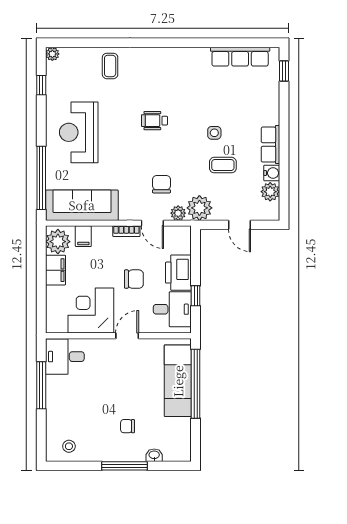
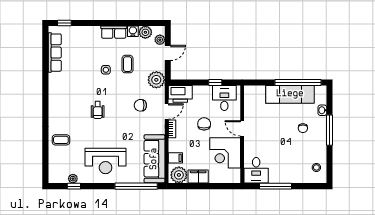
plant: (52, 54) -> (73, 179), moved
plant: (178, 213) -> (160, 40), moved
printer: (178, 273) -> (180, 94), moved
exam couch: (178, 381) -> (290, 94), moved
window: (196, 384) -> (298, 82), moved

